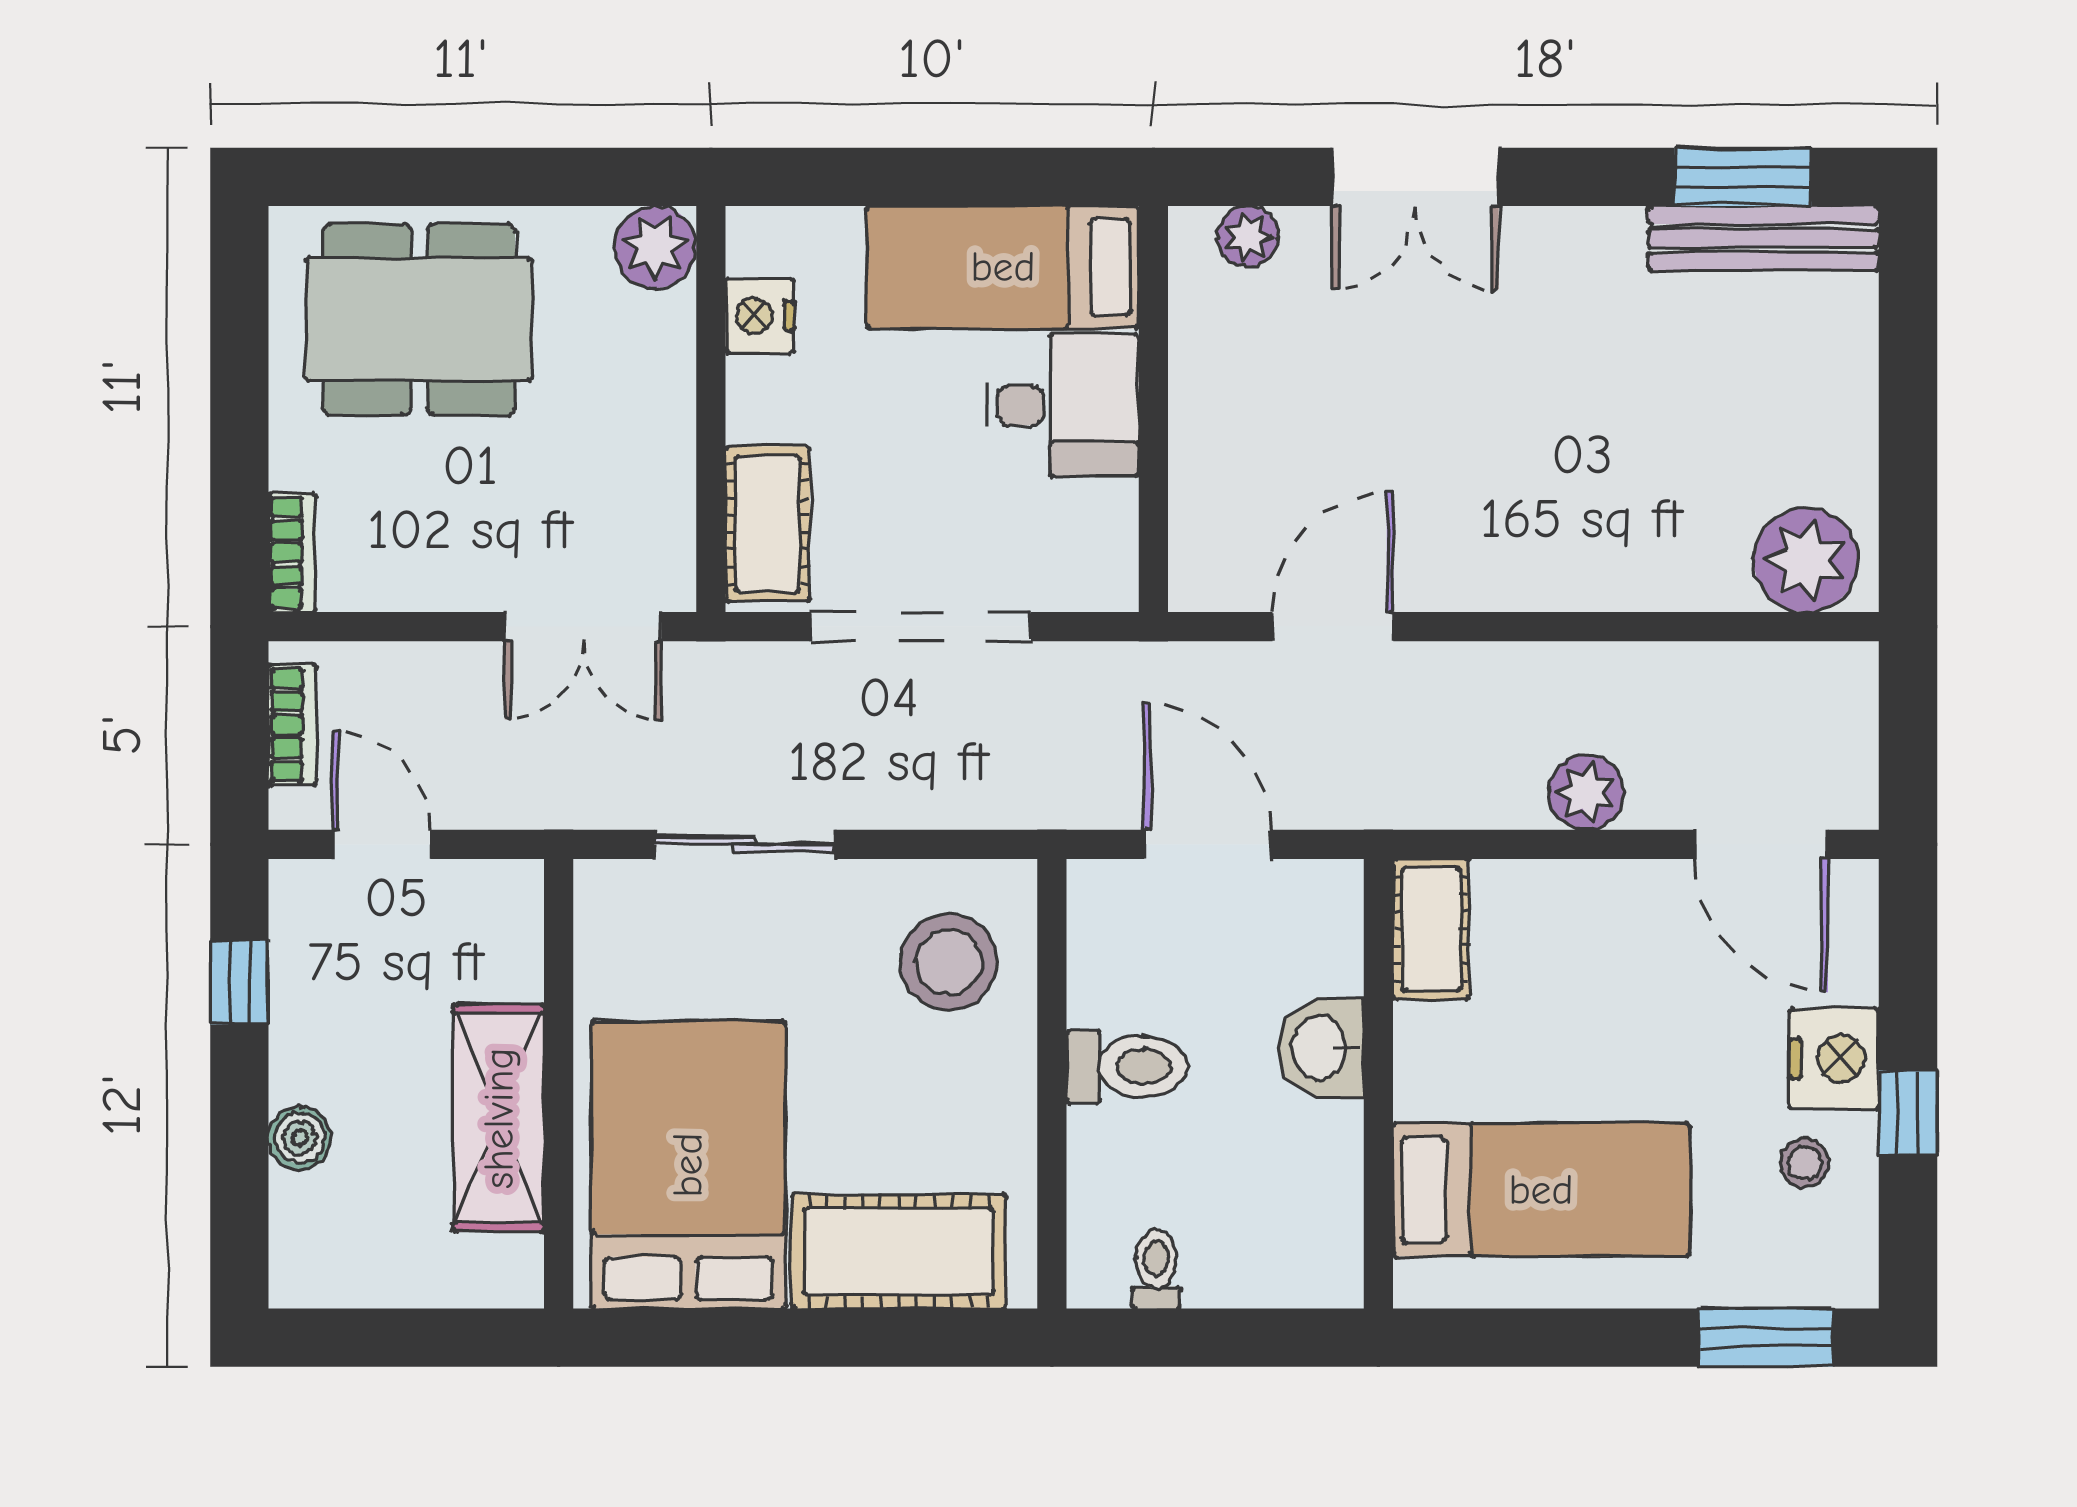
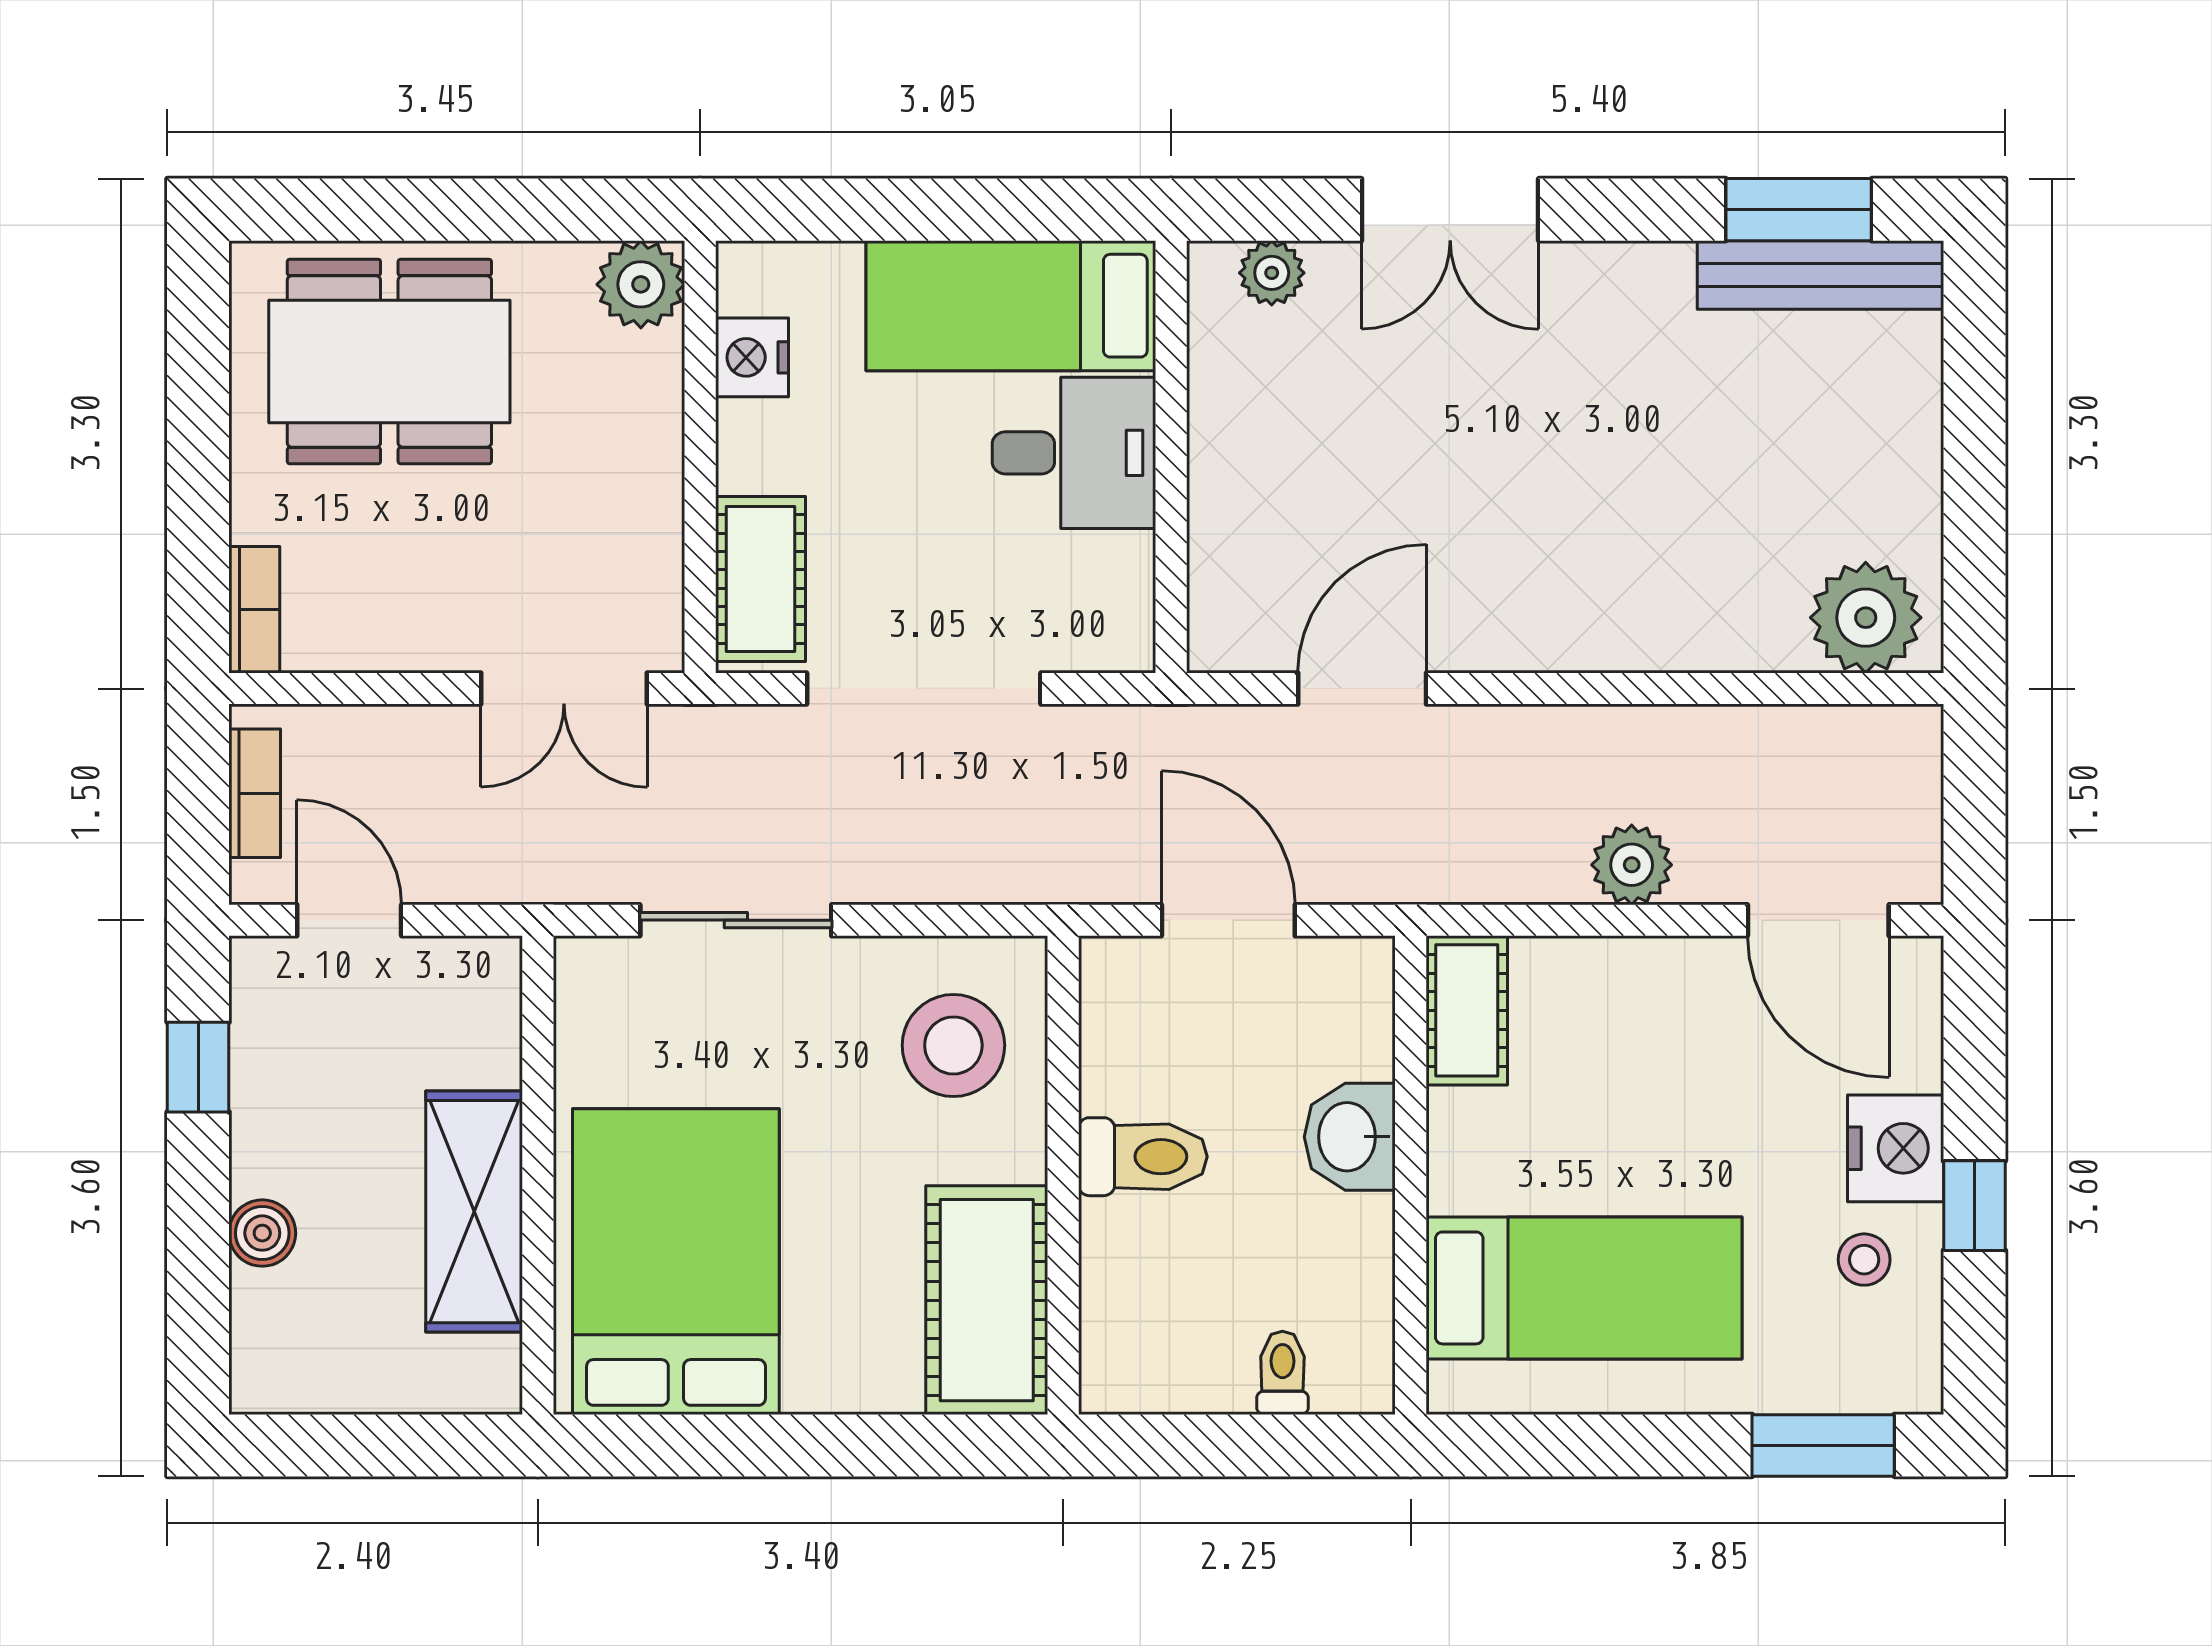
cot: (899, 1251) -> (987, 1300), moved, turned 90
toilet: (1156, 1269) -> (1282, 1373), moved

